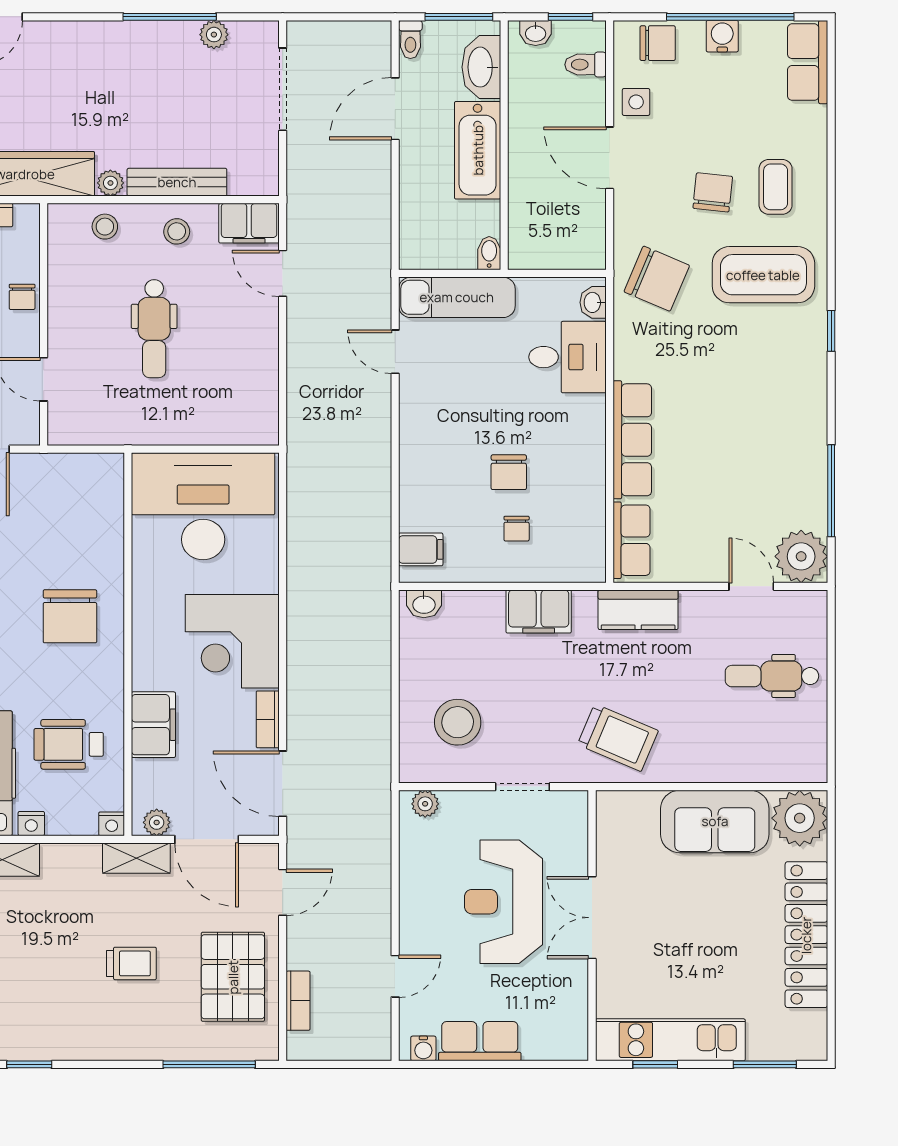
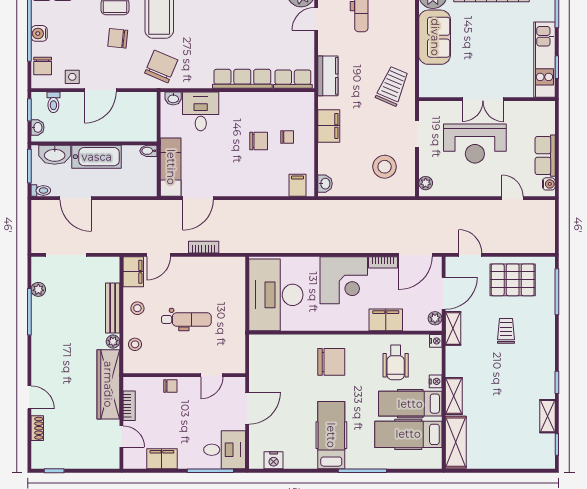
chair: (658, 43) -> (43, 66), turned 180
door: (395, 352) -> (198, 198), width x1.37
bookcase: (298, 1001) -> (204, 247), moved

